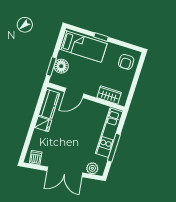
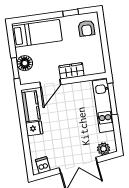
window: (101, 37) -> (71, 13), moved
wardrobe: (109, 95) -> (71, 71), moved
window: (114, 148) -> (112, 99), moved

